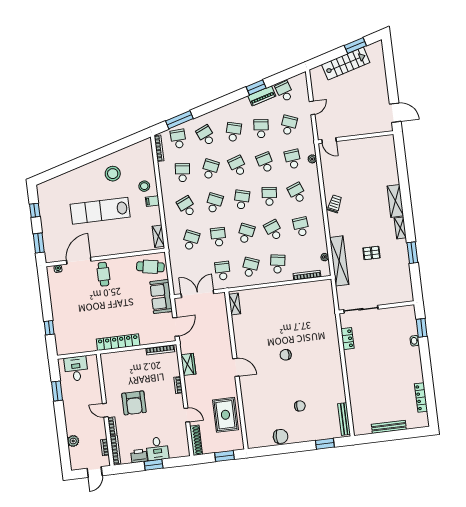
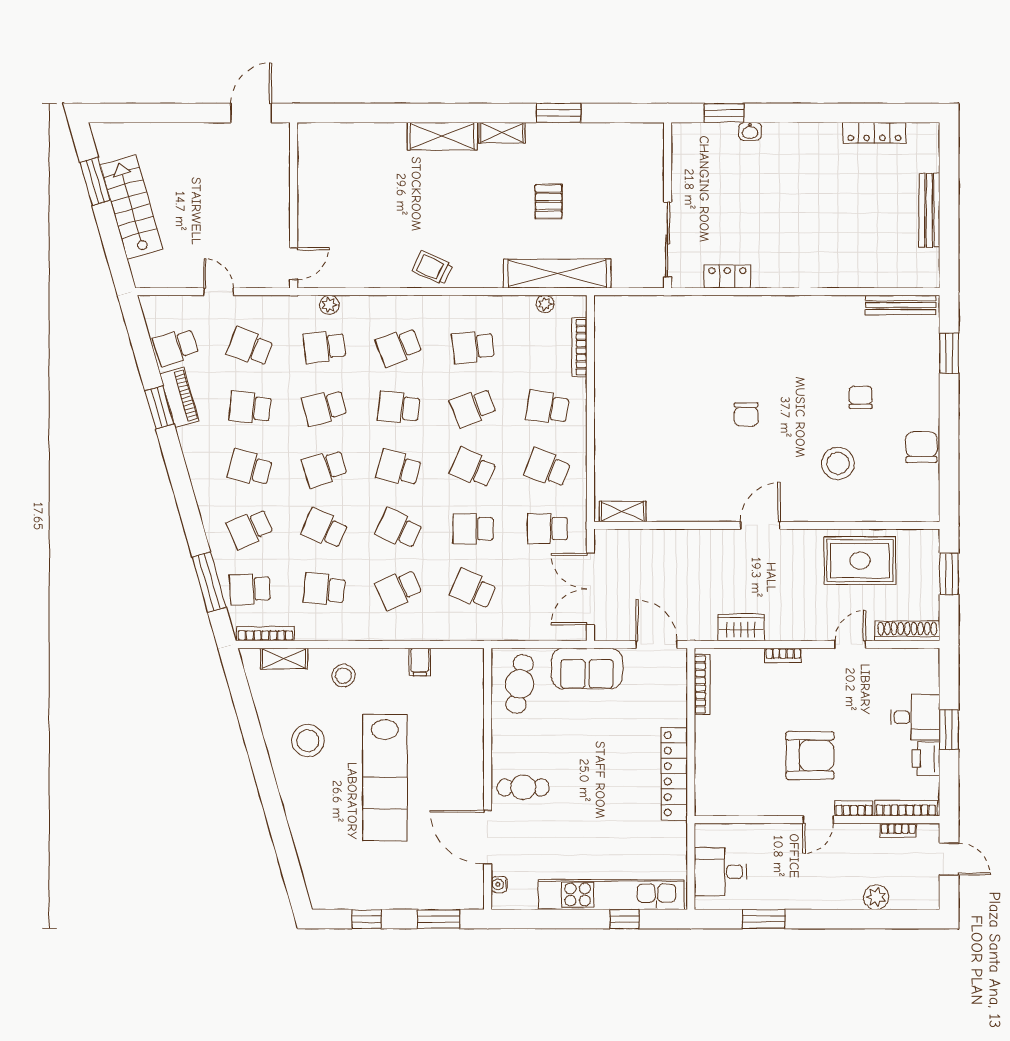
filing cabinet: (152, 201) -> (420, 662), moved
shelving: (158, 236) -> (284, 659), moved
kitchen unit: (60, 320) -> (611, 895), added
stool: (269, 399) -> (838, 463), added

